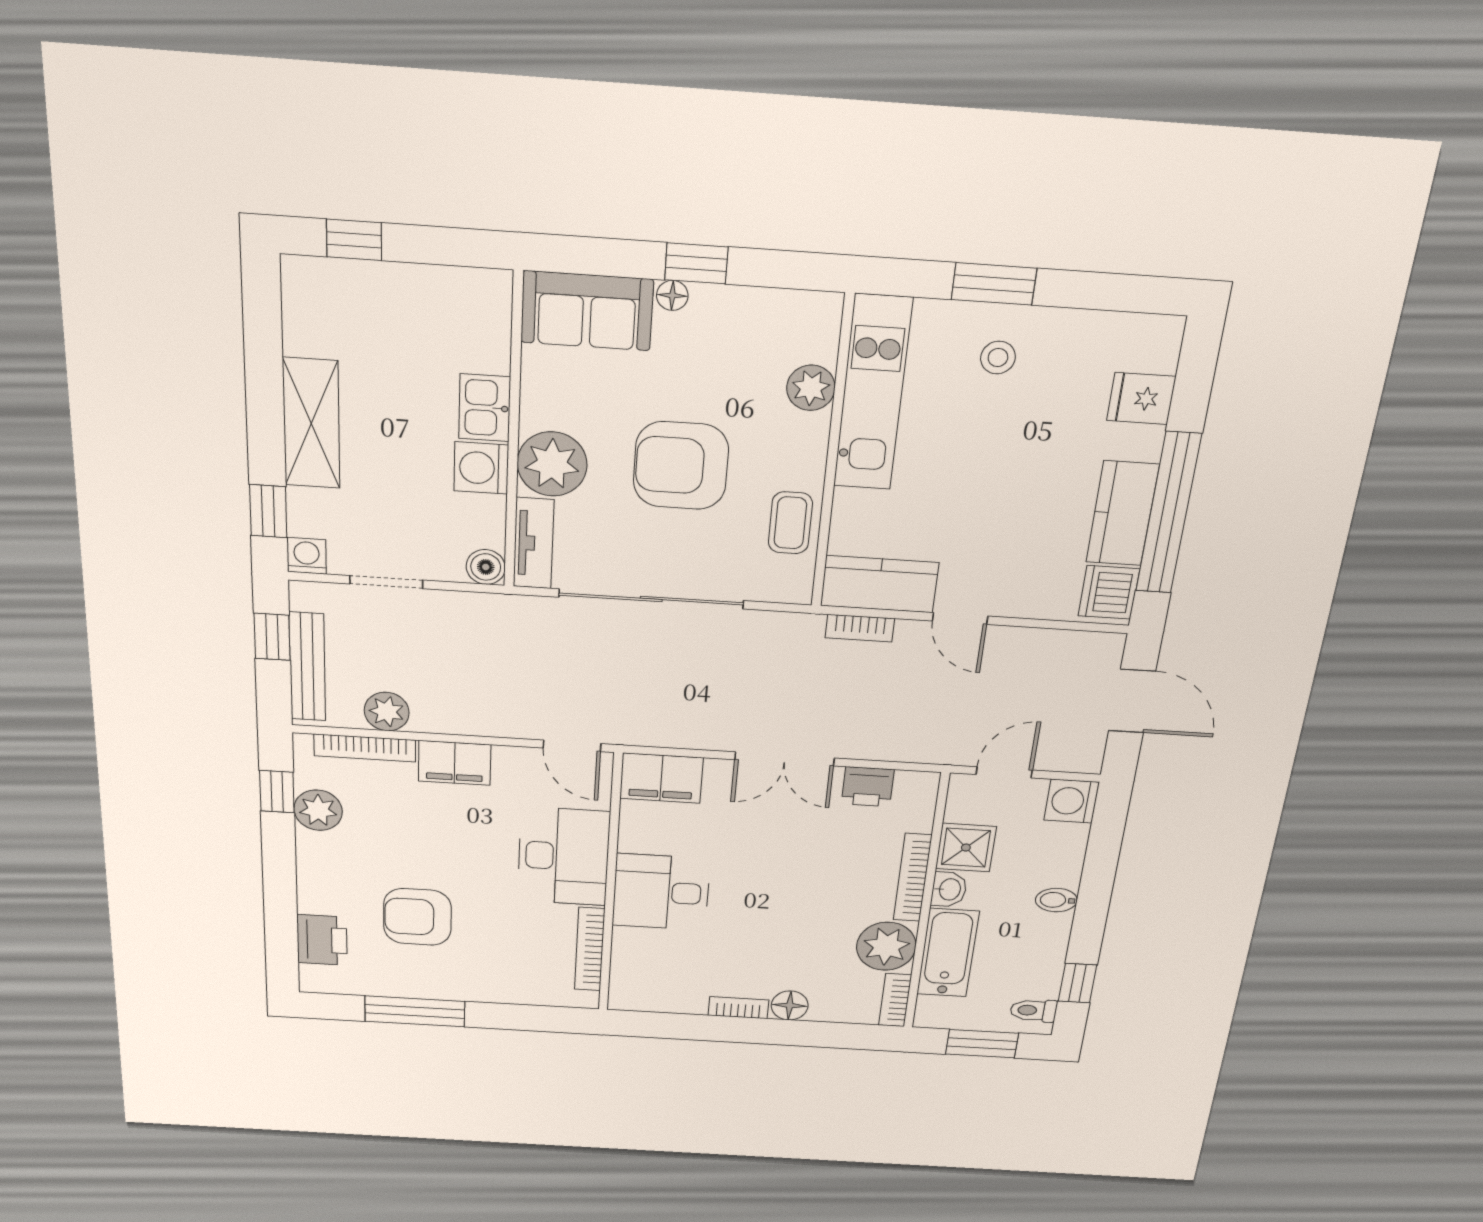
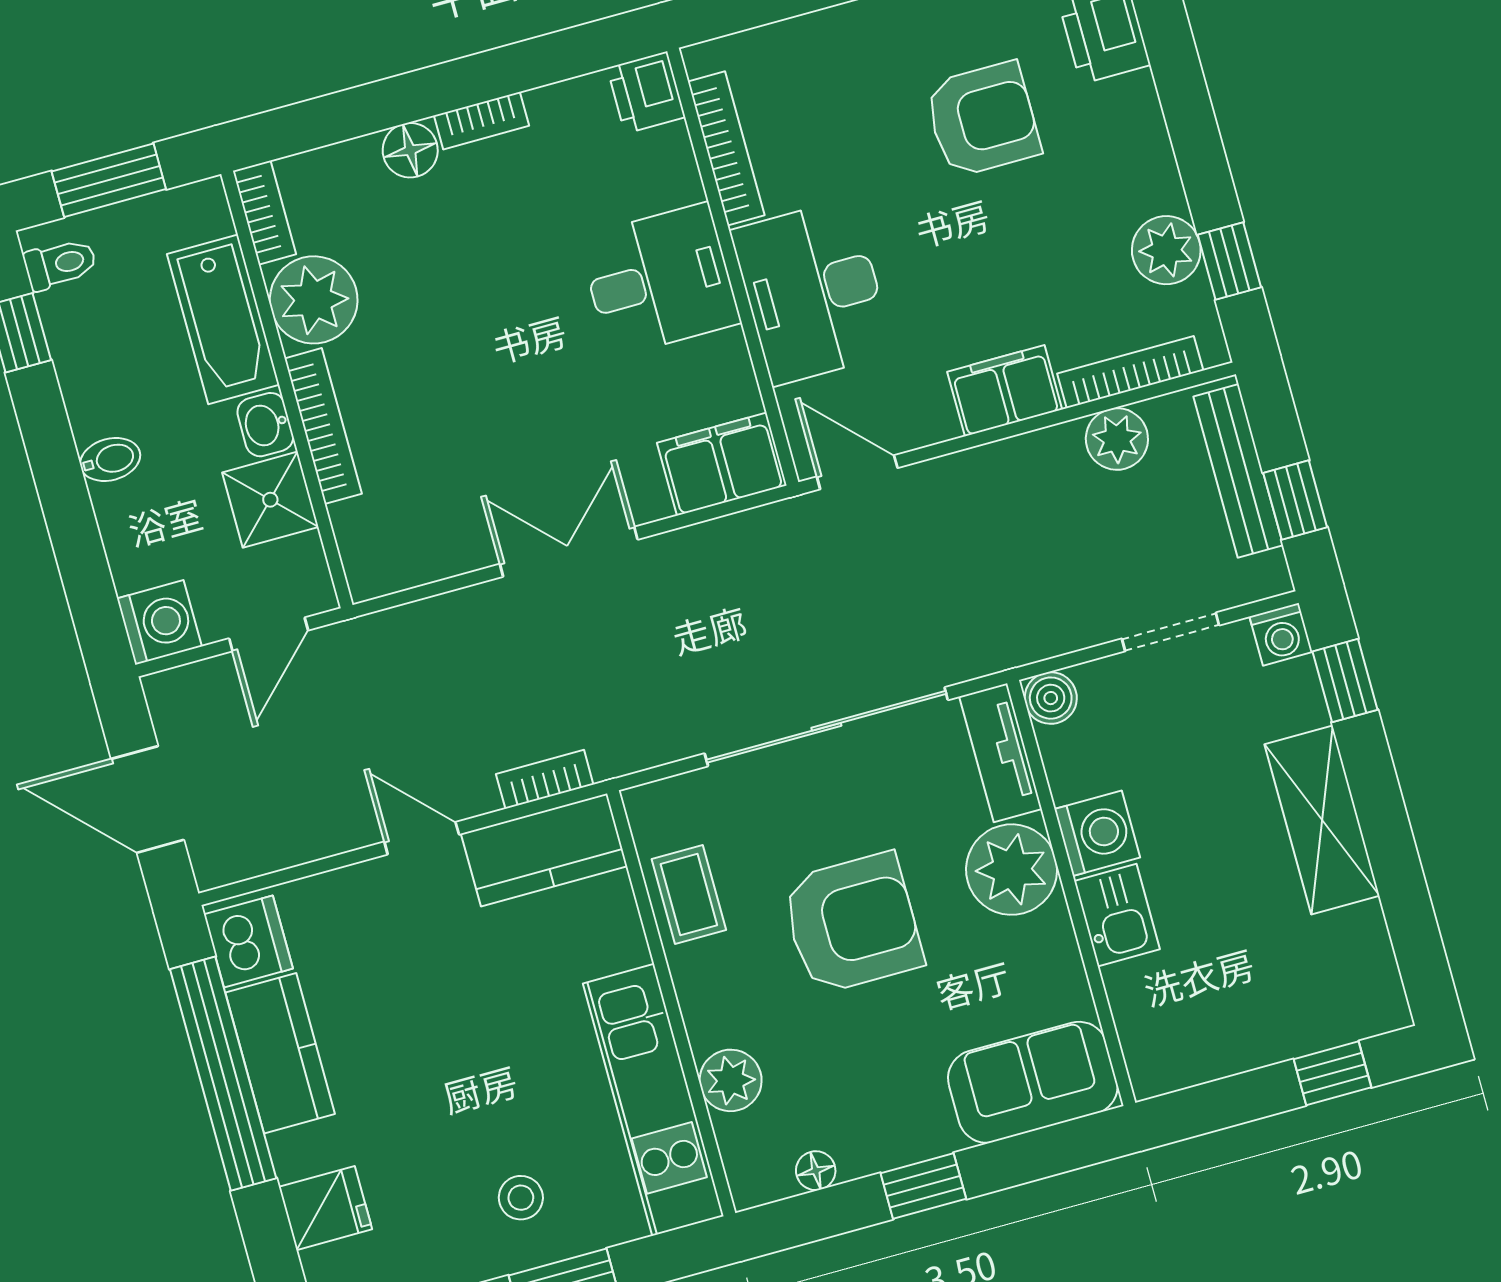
floor lamp: (672, 295) -> (816, 1171), moved
printer: (868, 787) -> (646, 92), moved, turned -90

